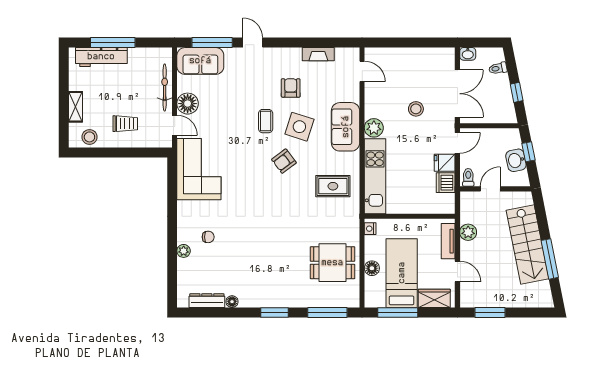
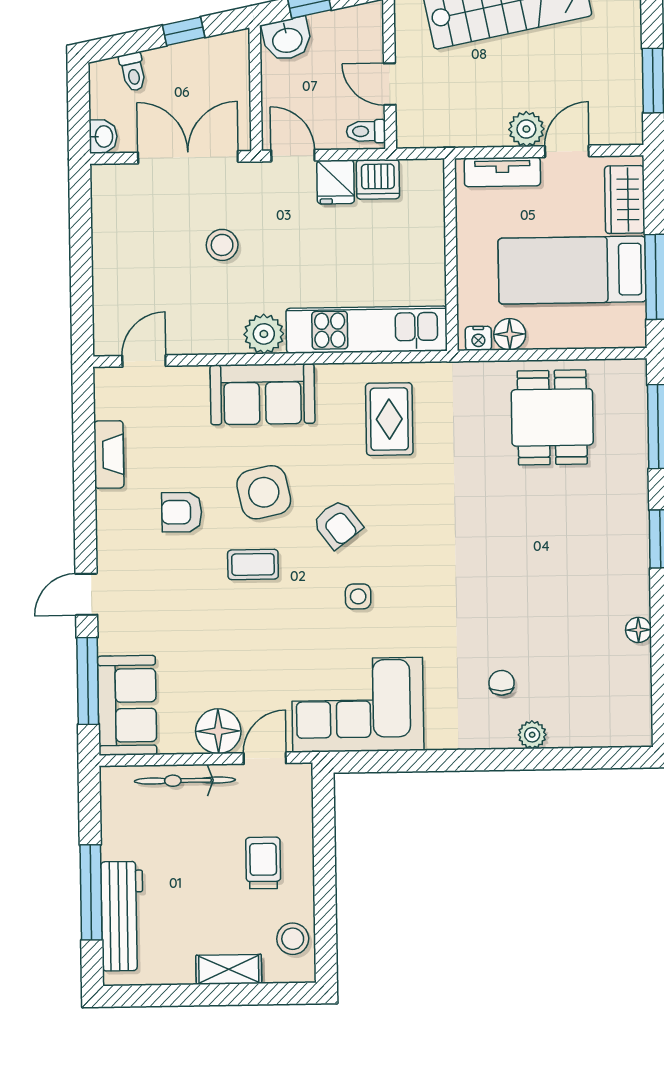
side table: (299, 127) -> (264, 492), turned -30
washbasin: (516, 160) -> (287, 39), moved
side table: (250, 170) -> (358, 596), added
plant: (468, 232) -> (526, 129), moved
floor lamp: (372, 268) -> (510, 334), moved
dresser: (207, 301) -> (637, 683), removed

